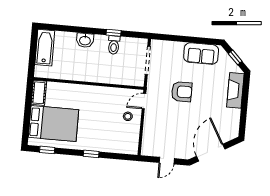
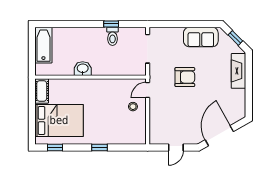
washbasin: (85, 40) -> (83, 69), moved, turned 180

